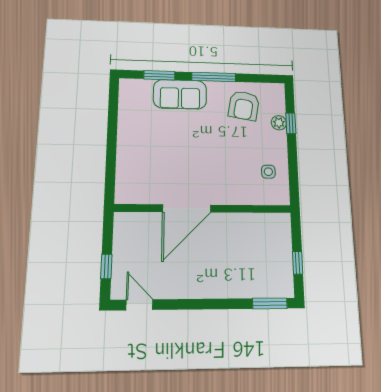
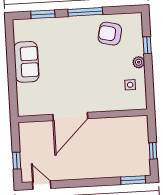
sofa: (180, 94) -> (26, 62), moved, turned -90
armchair: (244, 106) -> (110, 34), turned 93
plant: (279, 123) -> (139, 62), moved

